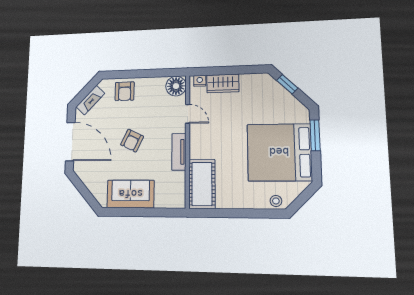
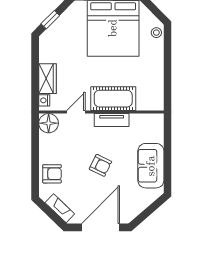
cot: (202, 184) -> (113, 99), moved

